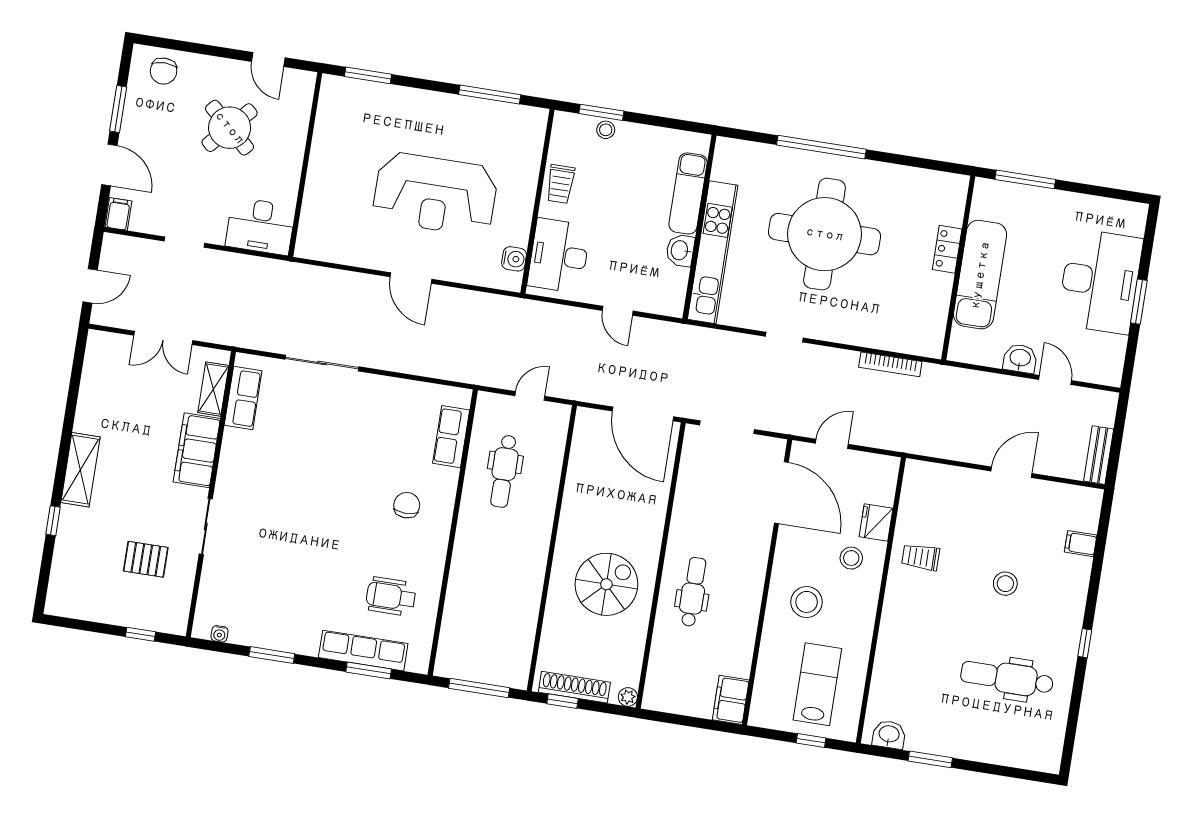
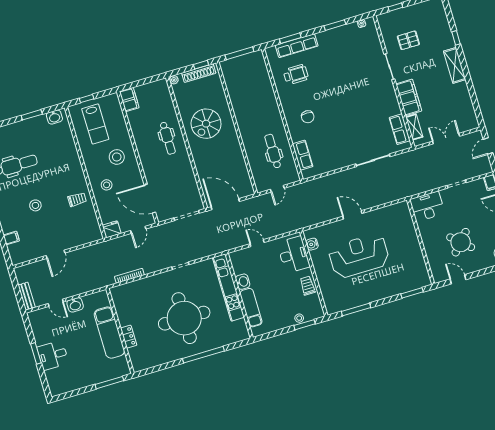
desk: (1100, 281) -> (53, 355), width x0.53, depth x0.77
bench: (1099, 455) -> (27, 296), moved
fridge: (876, 522) -> (112, 229), moved, turned -90

